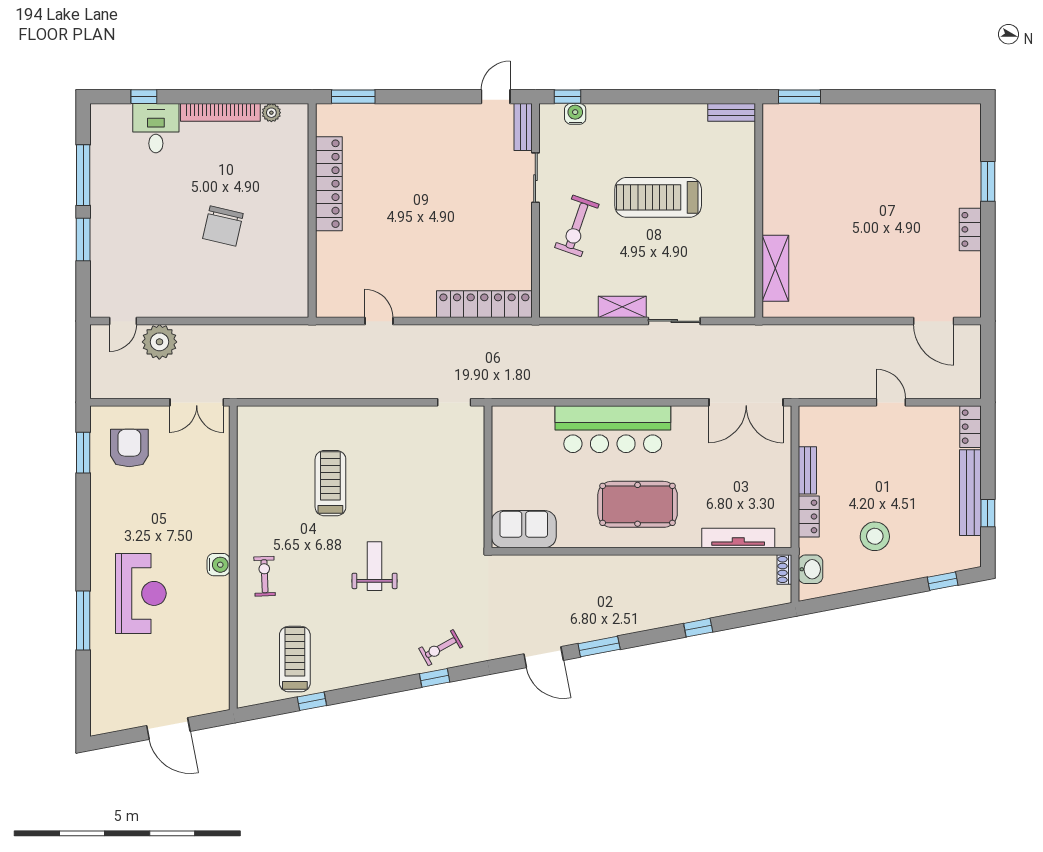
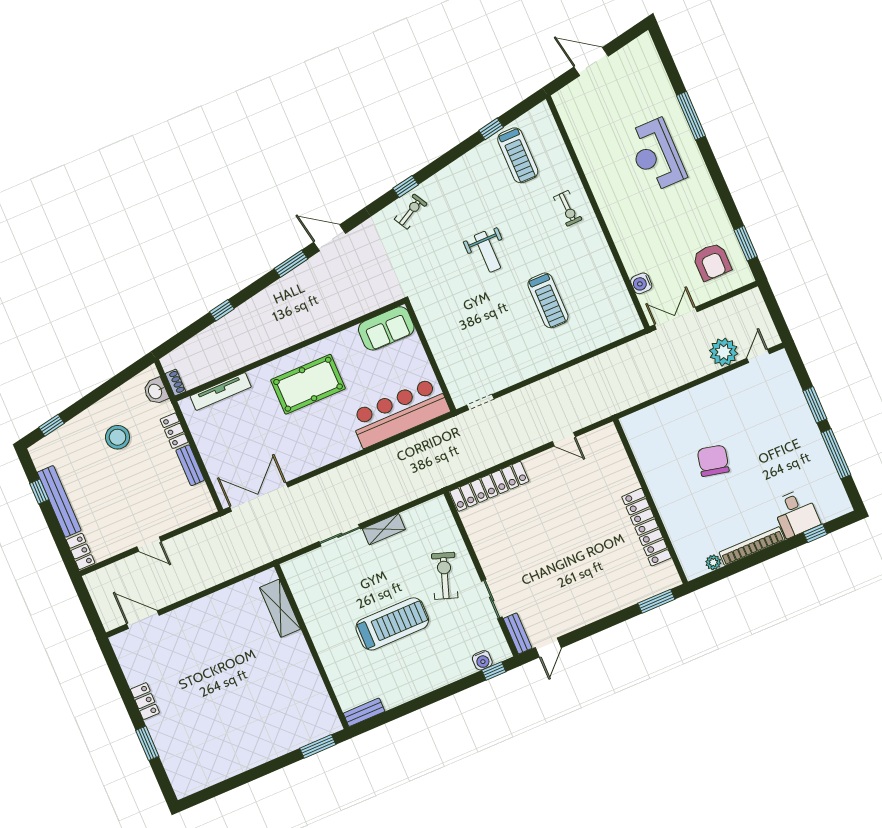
bar counter: (613, 429) -> (399, 413), moved
water cooler: (218, 565) -> (641, 283), moved

